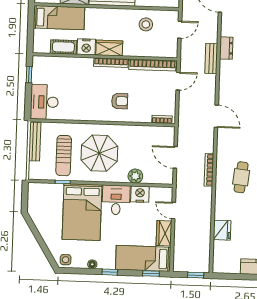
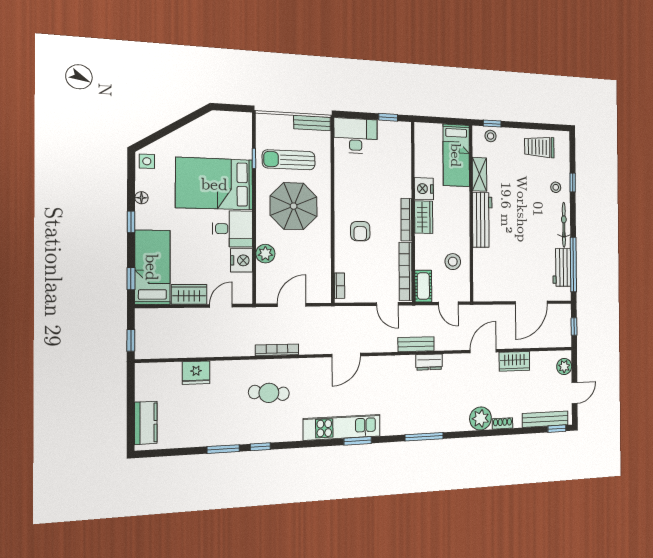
cot: (63, 47) -> (423, 286), moved
bench: (35, 142) -> (312, 123), width x0.73

